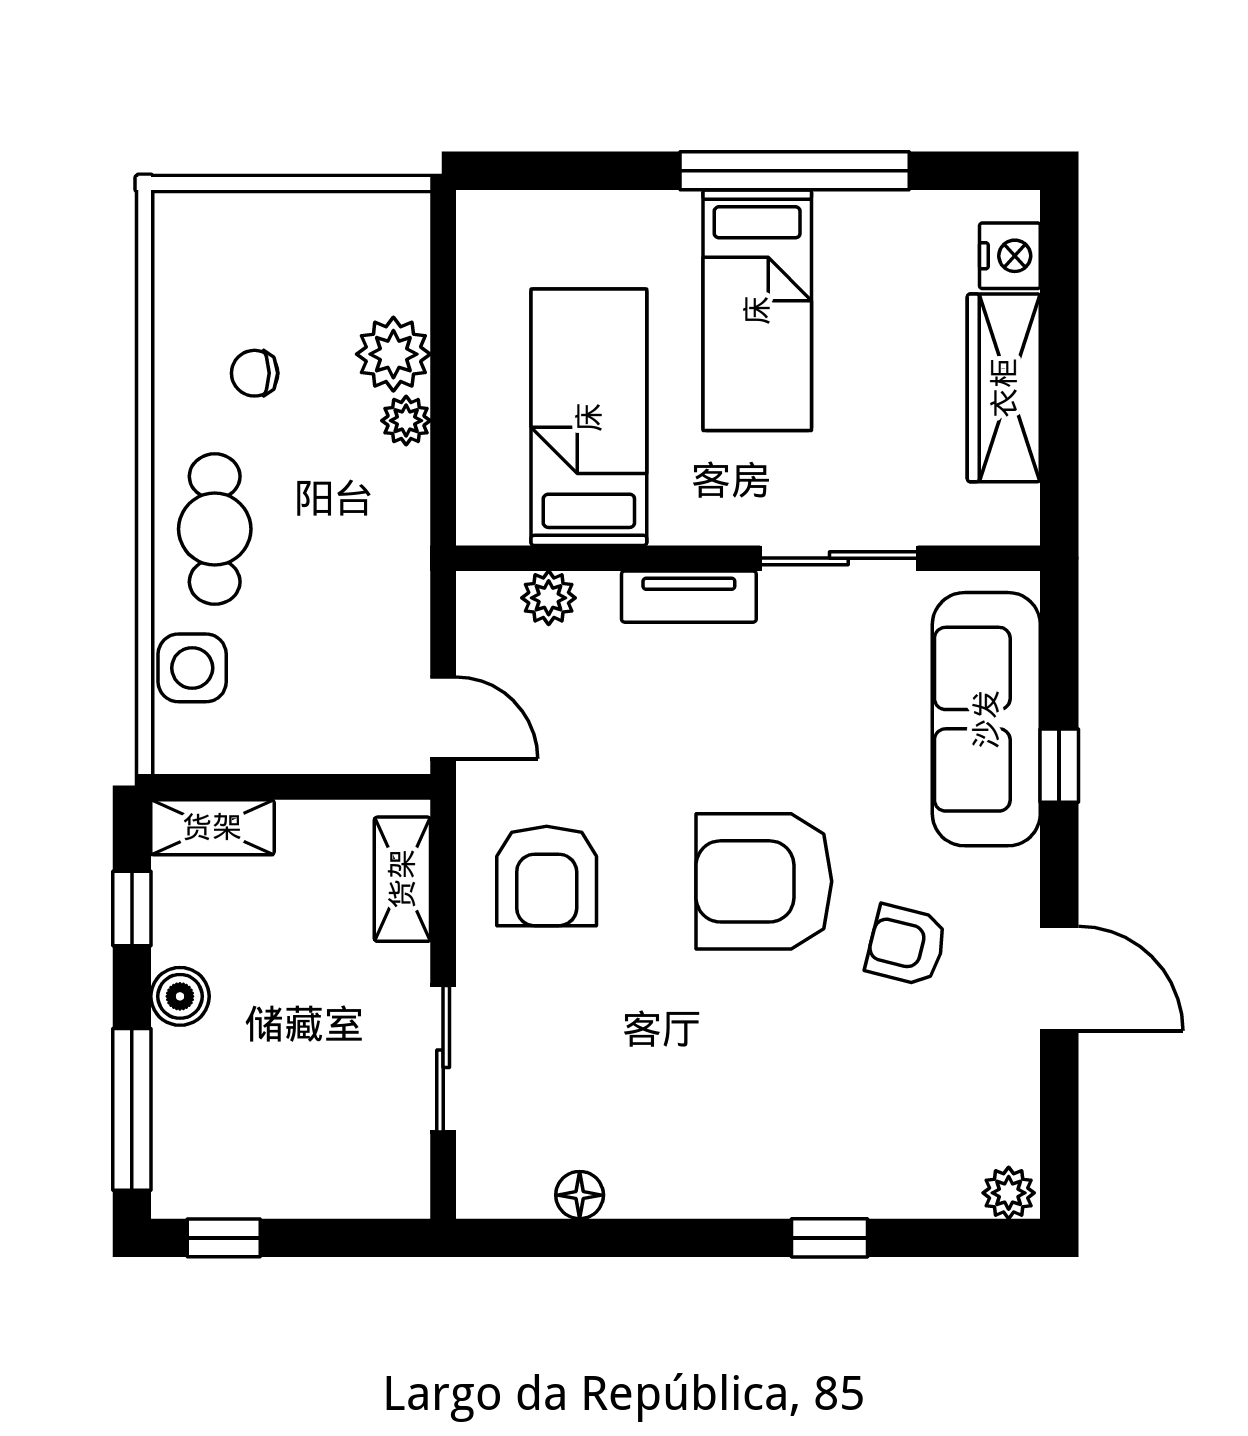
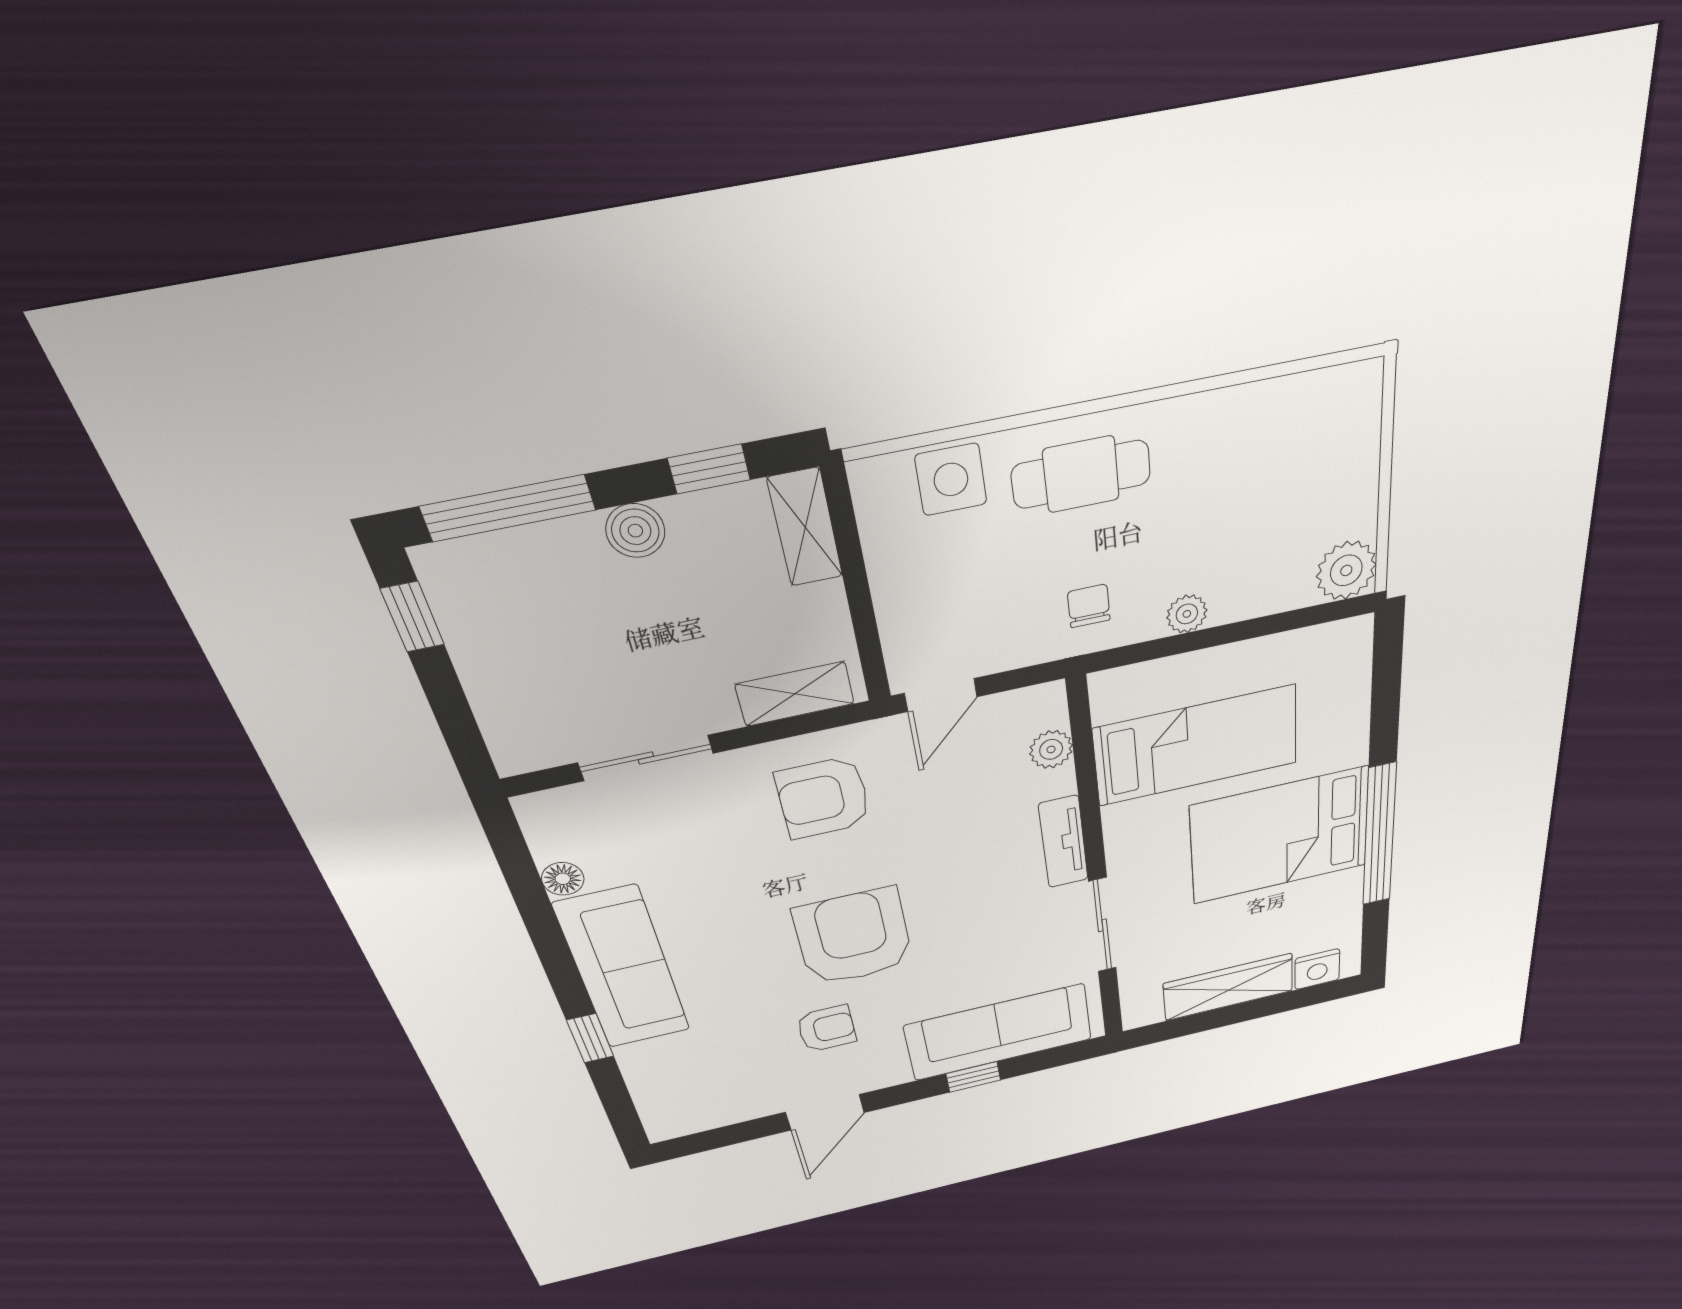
bed: (757, 310) -> (1280, 836), width x1.50
plant: (393, 354) -> (1346, 570), moved
chair: (255, 373) -> (1089, 606), moved
armchair: (906, 945) -> (827, 1029), turned 76
sofa: (730, 1167) -> (623, 968), added
plant: (1009, 1193) -> (663, 1124), removed

